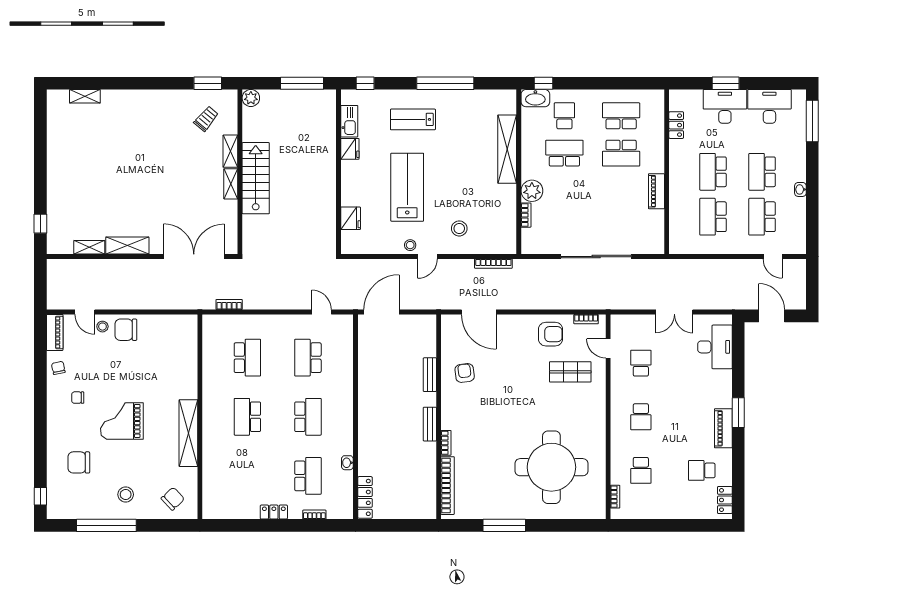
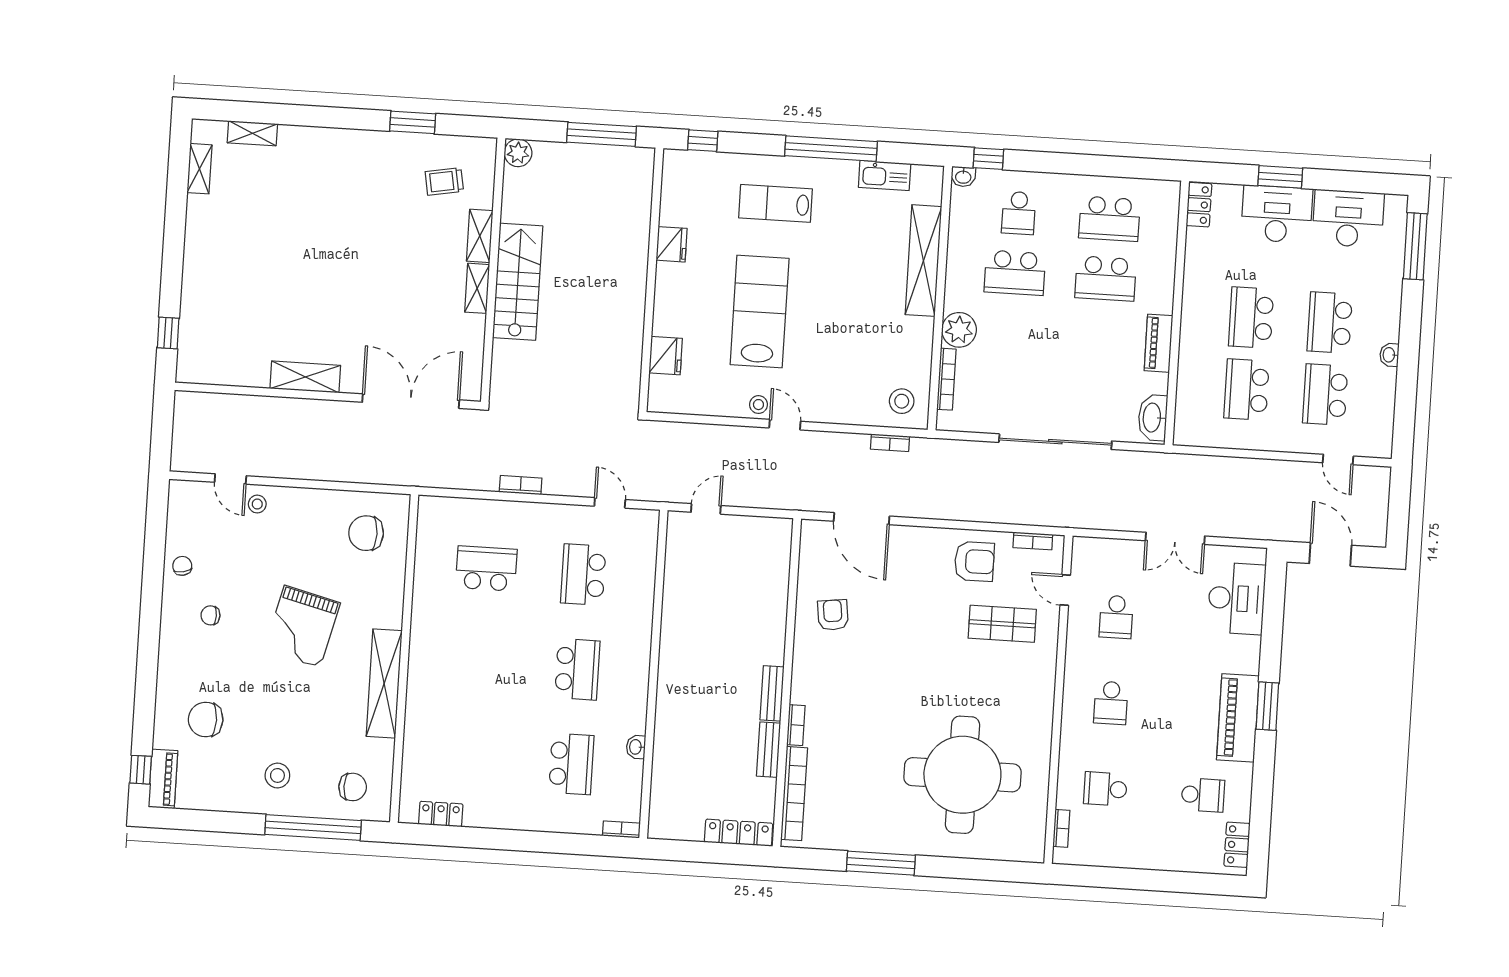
window: (208, 83) -> (413, 122), moved
washbasin: (535, 98) -> (963, 177), width x0.52, depth x0.69
school desk: (564, 116) -> (1019, 213), turned 180
school desk: (621, 116) -> (1109, 219), turned 180
trolley: (206, 119) -> (444, 181), turned -140
kitchen sink: (349, 121) -> (885, 175), moved, turned 90
locker: (676, 125) -> (1199, 205), moved
school desk: (564, 153) -> (1015, 273), turned 180
bookcase: (526, 215) -> (946, 379), width x1.56
stool: (459, 228) -> (902, 401), moved
washbasin: (656, 238) -> (1153, 418), added
shelving: (89, 247) -> (199, 169), moved, turned 90
door: (427, 257) -> (785, 425), swing flipped
bookcase: (493, 264) -> (890, 443), width x0.64
bookcase: (229, 304) -> (521, 485), moved
door: (382, 312) -> (706, 509), width x0.53
chair: (126, 330) -> (366, 533), moved
piano: (55, 332) -> (163, 779), moved
school desk: (247, 358) -> (486, 569), turned -90
school desk: (641, 363) -> (1116, 617), turned 180
bench: (430, 375) -> (768, 750), moved
school desk: (247, 417) -> (480, 663), removed
grand piano: (122, 421) -> (302, 626), moved, turned -76
piano: (723, 428) -> (1238, 718), width x1.37, depth x1.33
school desk: (641, 470) -> (1105, 789), turned 90
school desk: (702, 470) -> (1203, 795), turned 180
locker: (365, 497) -> (739, 833), moved, turned -90
chair: (173, 499) -> (353, 787), turned 43
locker: (274, 512) -> (441, 814), moved
bookcase: (314, 515) -> (621, 829), moved
window: (106, 525) -> (313, 827), moved

